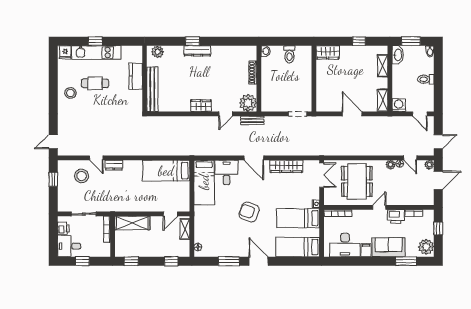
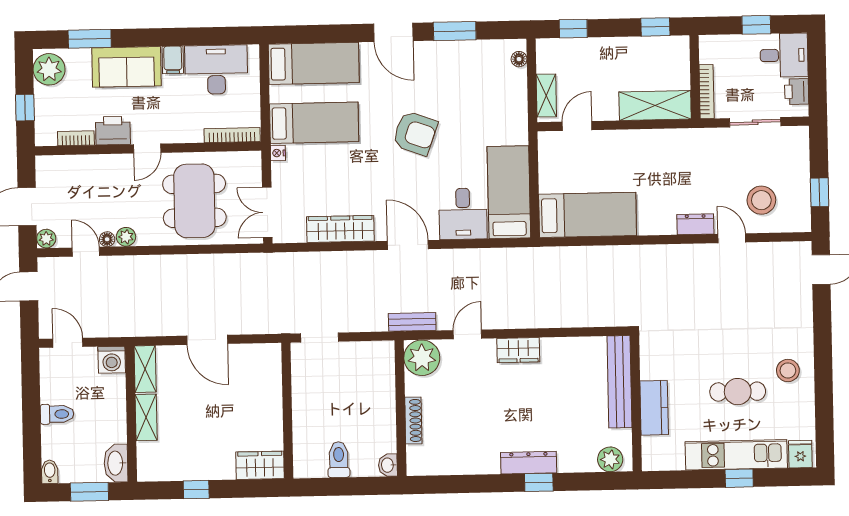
shelving: (383, 66) -> (146, 417), moved

